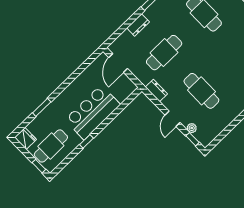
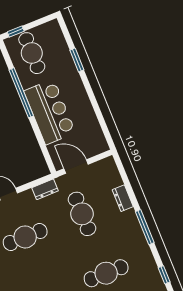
door: (118, 63) -> (76, 166), moved
fridge: (25, 138) -> (51, 29), removed
window: (86, 141) -> (21, 93), width x3.17

